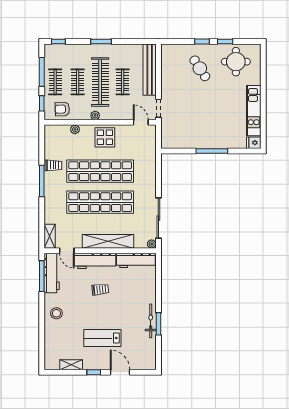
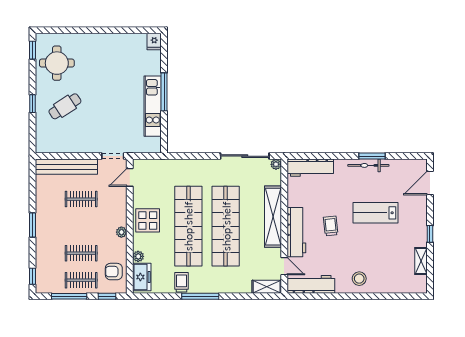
window: (225, 41) -> (33, 50), moved
clothes rail: (100, 82) -> (81, 226), removed
armchair: (62, 109) -> (114, 272), turned 92
kitchen unit: (254, 111) -> (153, 106), moved, turned 90
freezer: (58, 132) -> (142, 277), added
door: (67, 251) -> (284, 266), hinge flipped
workbench: (136, 260) -> (310, 168), moved, turned 90
window: (42, 276) -> (314, 296), removed
lab bench: (102, 338) -> (376, 213), moved, turned 90
door: (120, 372) -> (430, 183), moved

